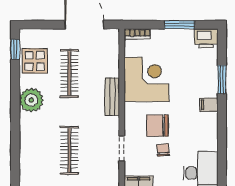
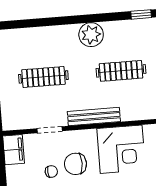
display table: (35, 61) -> (131, 35), removed
bench: (112, 97) -> (94, 116), width x1.36
chair: (157, 126) -> (75, 164), turned -90

